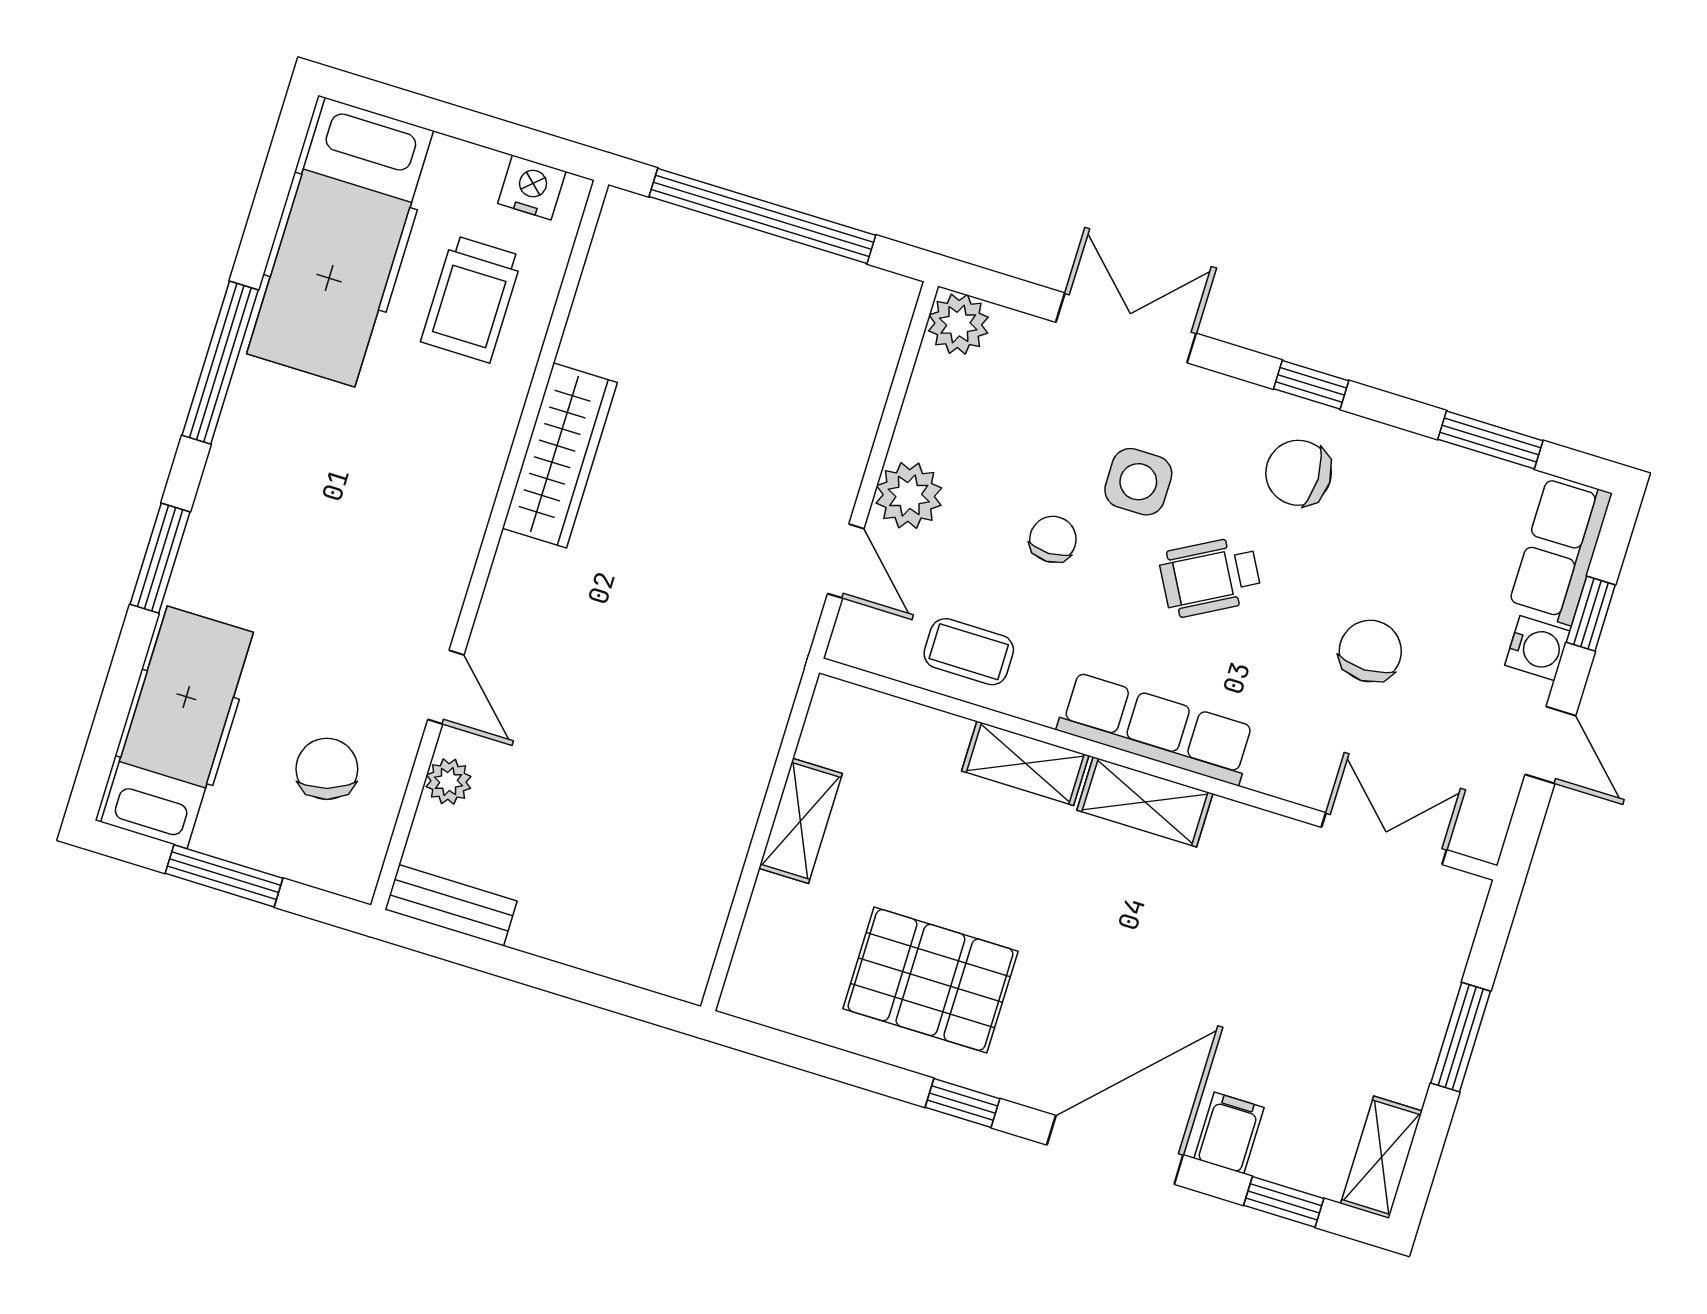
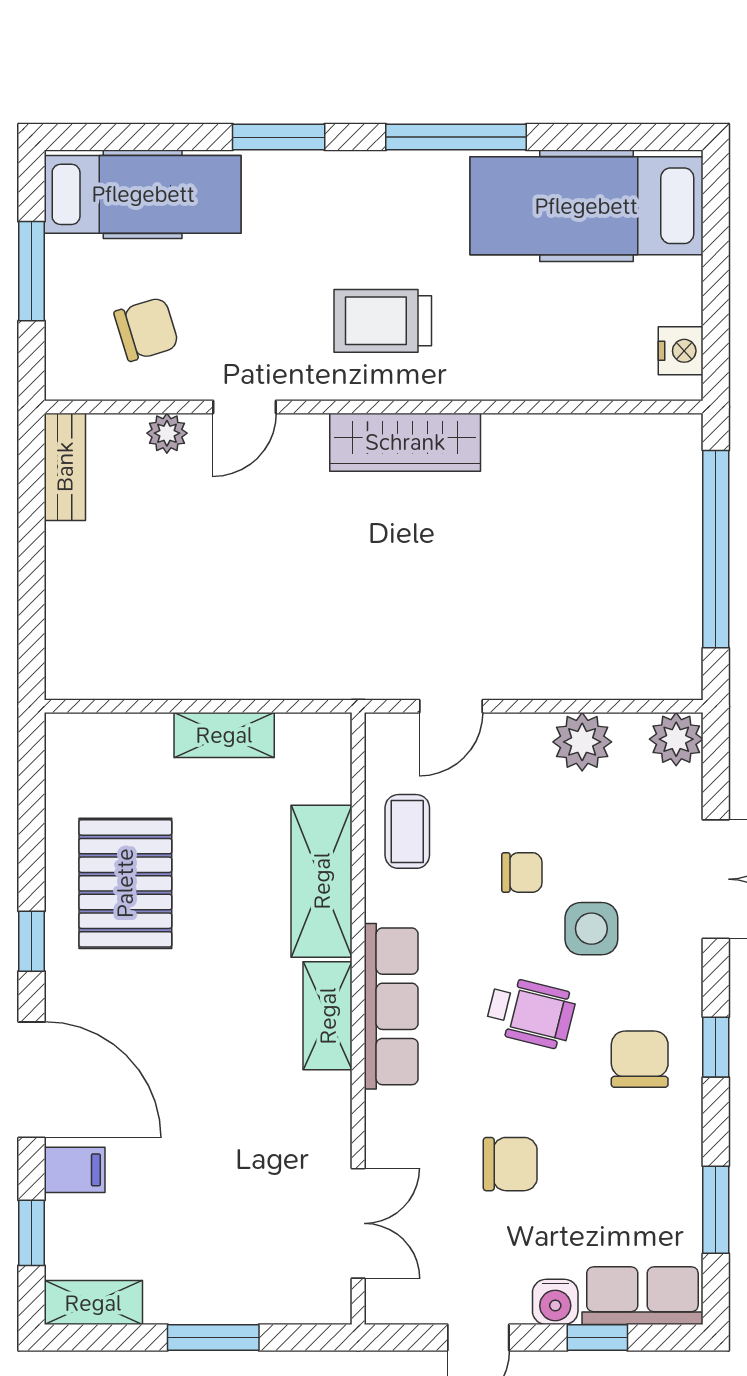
trolley: (472, 299) -> (383, 321), moved
wardrobe: (560, 455) -> (405, 442), moved
plant: (909, 495) -> (582, 742), moved
wheelchair: (1210, 577) -> (531, 1012), turned 133
shelving: (1025, 763) -> (322, 881), width x1.50, depth x1.33

